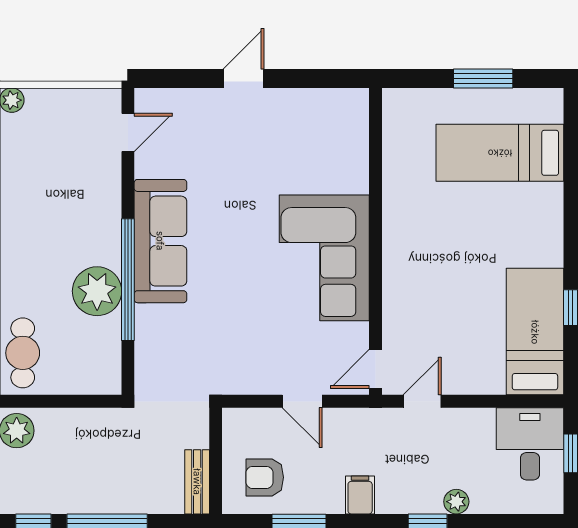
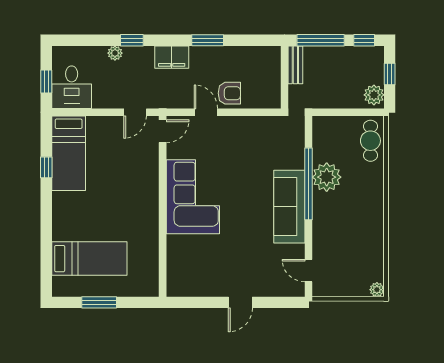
door: (128, 132) -> (308, 271), hinge flipped
wall: (216, 461) -> (284, 77), moved
armchair: (265, 477) -> (229, 93), moved
bench: (197, 482) -> (295, 65), moved
filing cabinet: (360, 495) -> (172, 57), width x2.00

